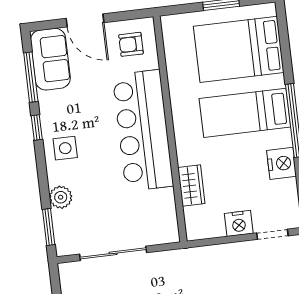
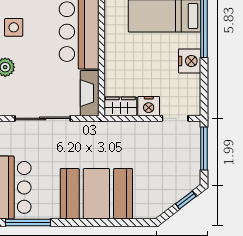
wardrobe: (191, 185) -> (120, 106), moved, turned -90
fireplace: (166, 216) -> (90, 93), added

